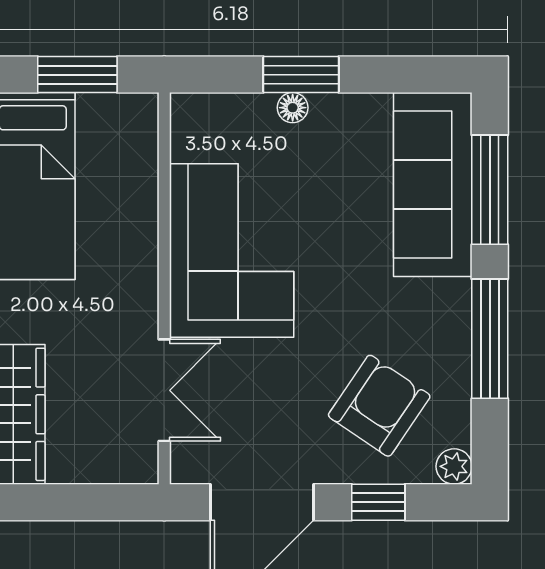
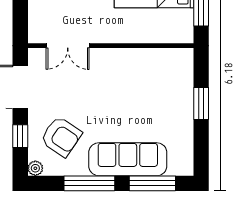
floor lamp: (293, 108) -> (187, 100), removed
sofa: (433, 185) -> (128, 159), moved
corner sofa: (232, 251) -> (127, 74), removed

